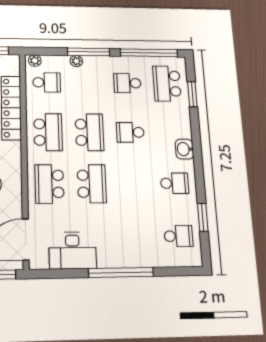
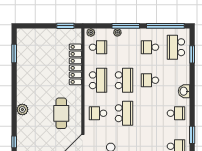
school desk: (49, 184) -> (98, 113), width x0.54

